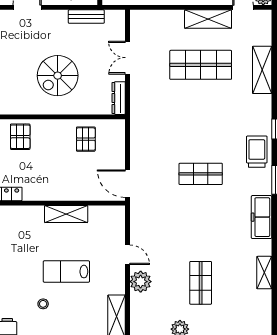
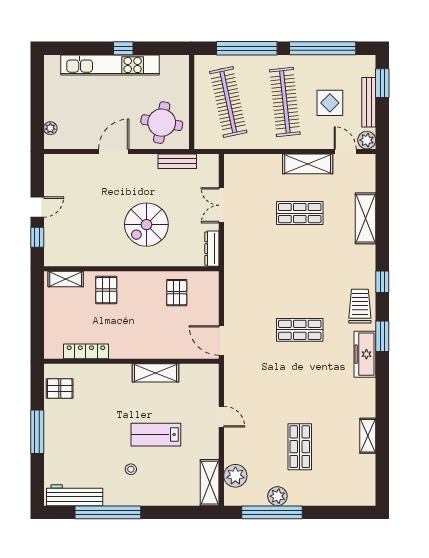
shop shelf: (201, 65) -> (300, 213), width x0.70, depth x0.74
freezer: (262, 217) -> (365, 354), moved
plant: (141, 282) -> (235, 476), moved

